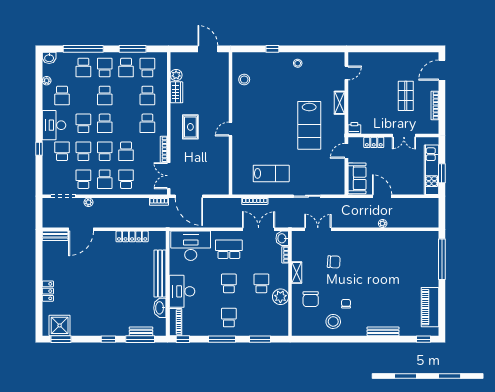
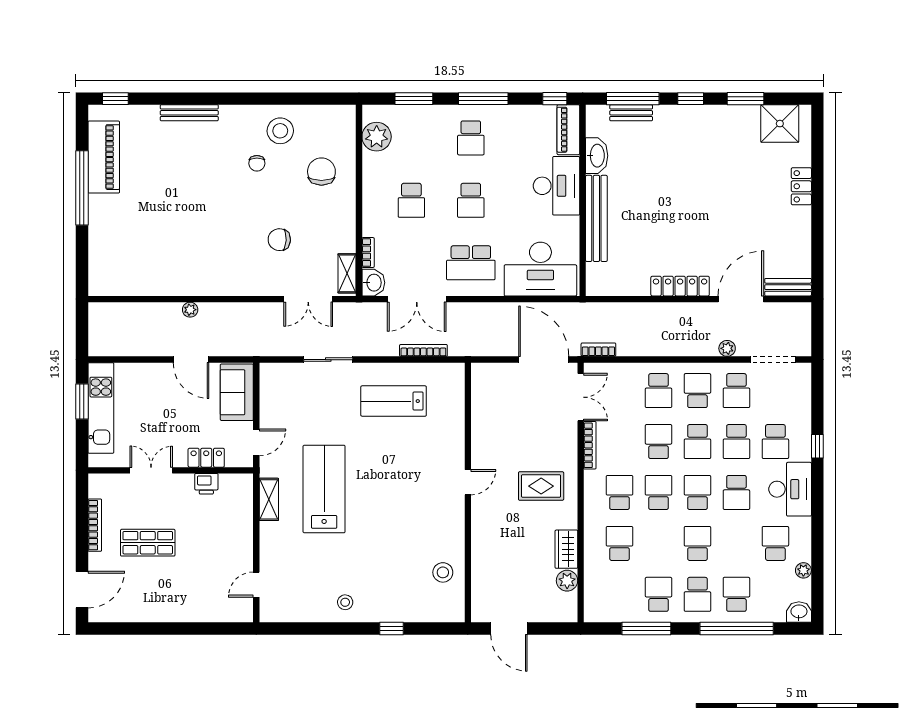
school desk: (147, 68) -> (658, 492), moved, turned 180
shop shelf: (406, 96) -> (148, 543), turned 90
shelving: (339, 103) -> (269, 499), moved
rug: (190, 127) -> (541, 486), turned 90
printer: (354, 128) -> (206, 484), moved
locker: (132, 236) -> (680, 286), moved
window: (442, 259) -> (82, 188), moved
shelving: (297, 273) -> (347, 273), moved
plant: (280, 297) -> (377, 137), moved
window: (61, 339) -> (745, 99), moved

